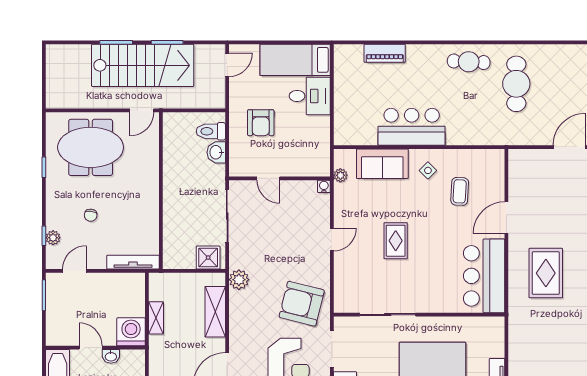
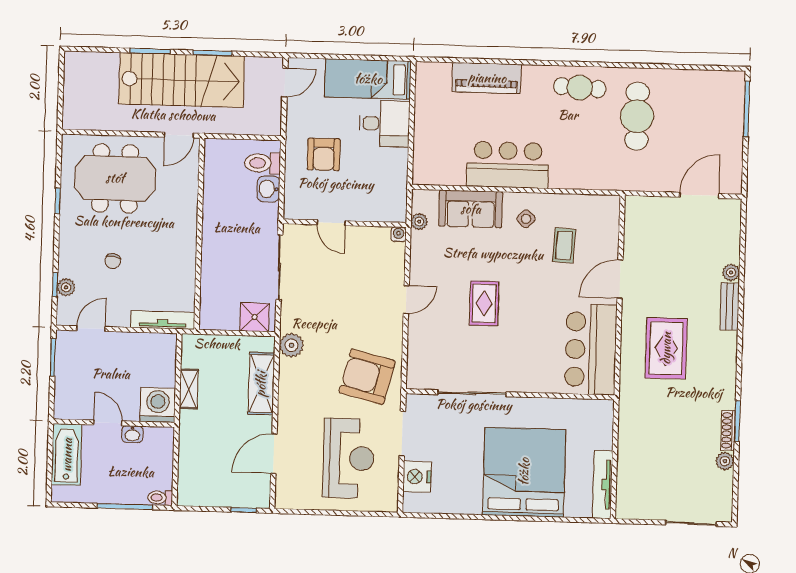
piano: (385, 53) -> (487, 78), width x1.37, depth x1.33

